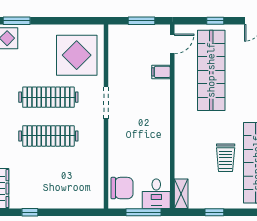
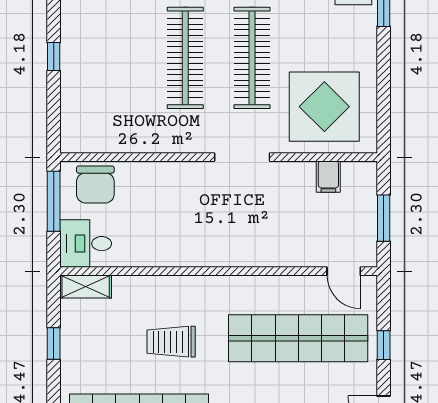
filing cabinet: (161, 72) -> (328, 177), moved, turned 180
trolley: (226, 158) -> (171, 342), moved
window: (30, 212) -> (54, 56), moved
window: (143, 212) -> (54, 201), moved

